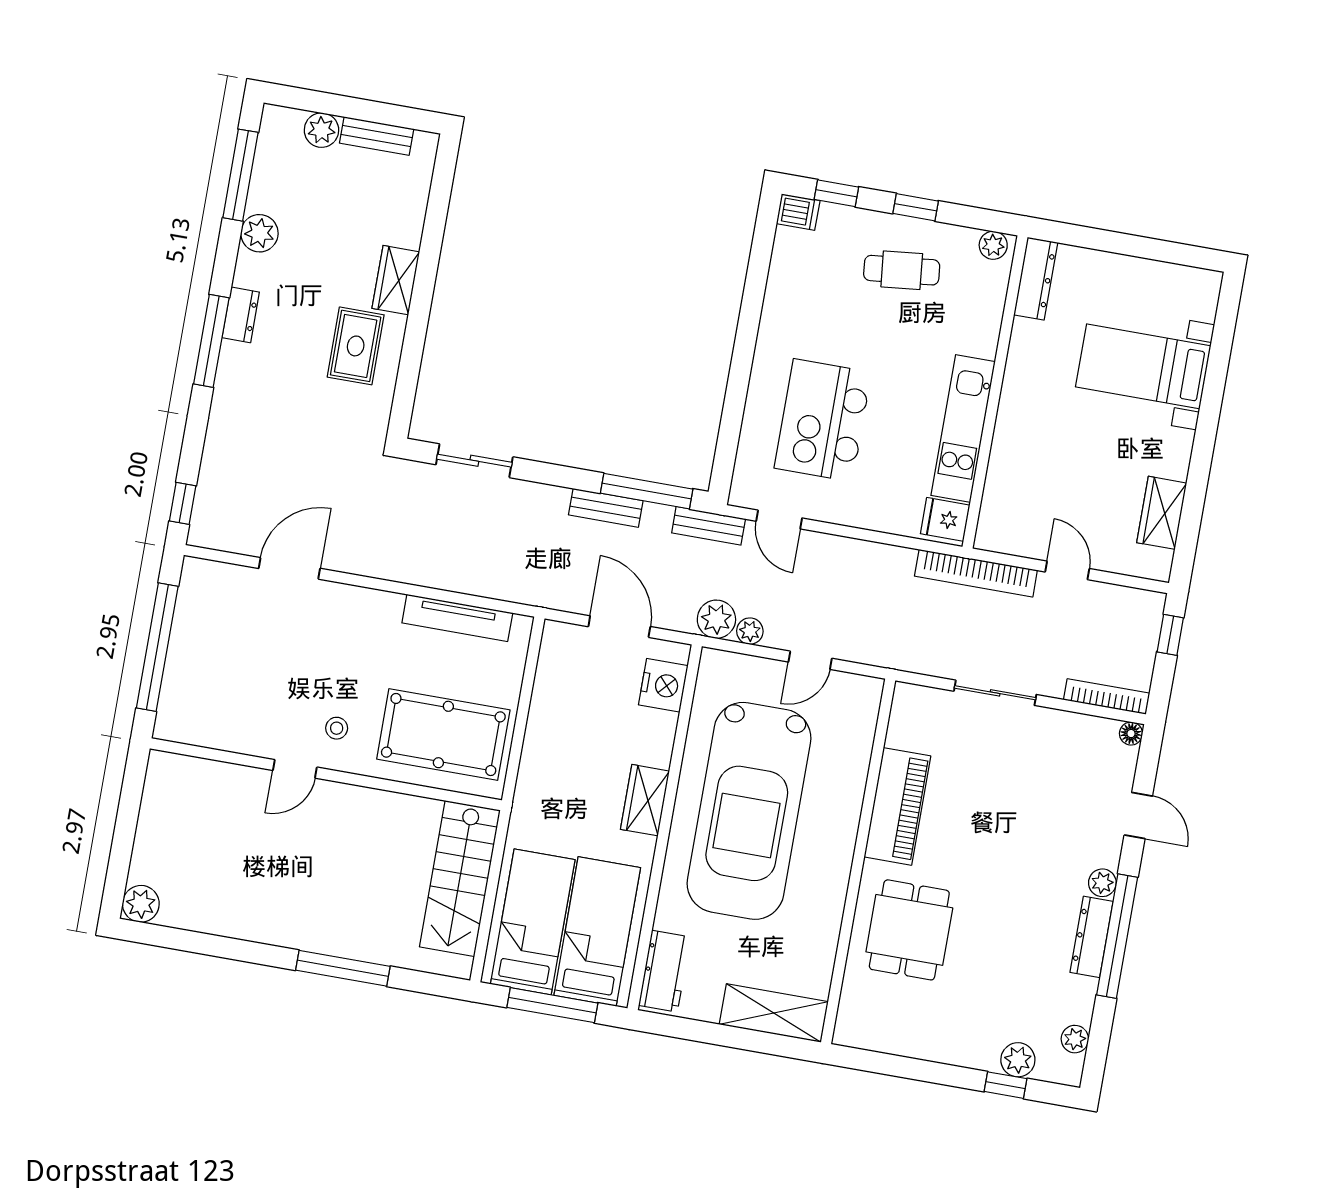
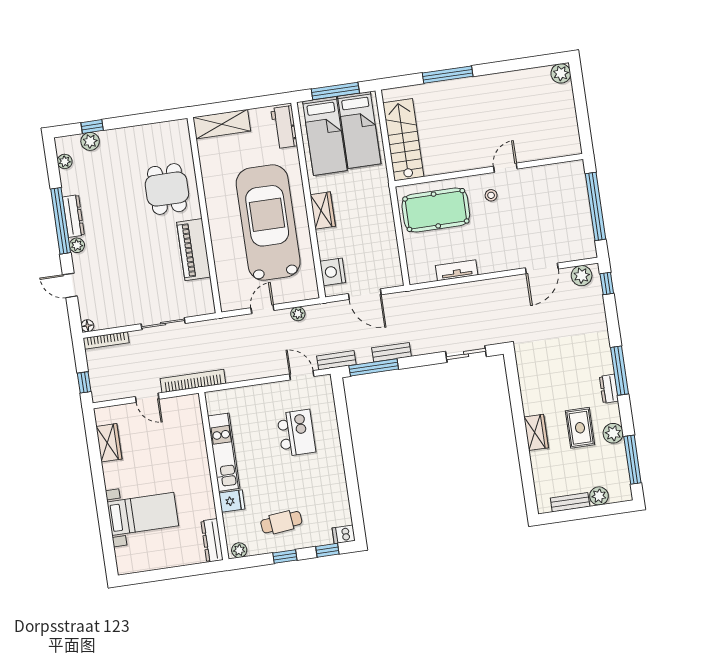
rug: (356, 346) -> (580, 428), moved
kitchen island: (823, 420) -> (296, 433), width x0.73, depth x0.78
fridge: (945, 519) -> (232, 501), moved
tv unit: (457, 618) -> (457, 270), width x0.71
plant: (716, 619) -> (582, 276), moved

